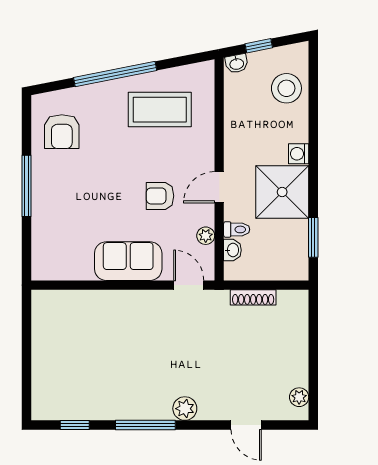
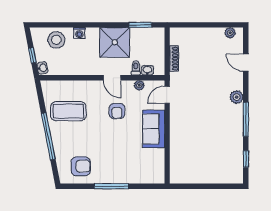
coffee table: (160, 110) -> (68, 111), turned 90
washing machine: (299, 154) -> (79, 33), moved
door: (246, 425) -> (246, 63), swing flipped

